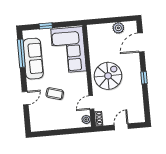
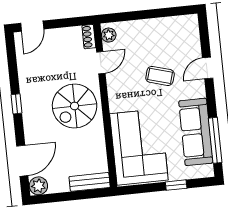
plant: (118, 28) -> (38, 186), moved
bench: (99, 29) -> (90, 182), added
door: (121, 127) -> (32, 26), moved

